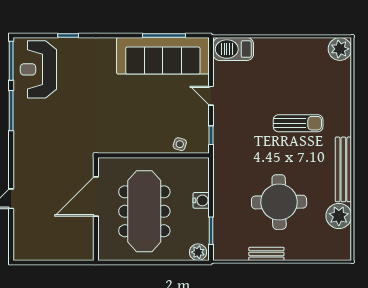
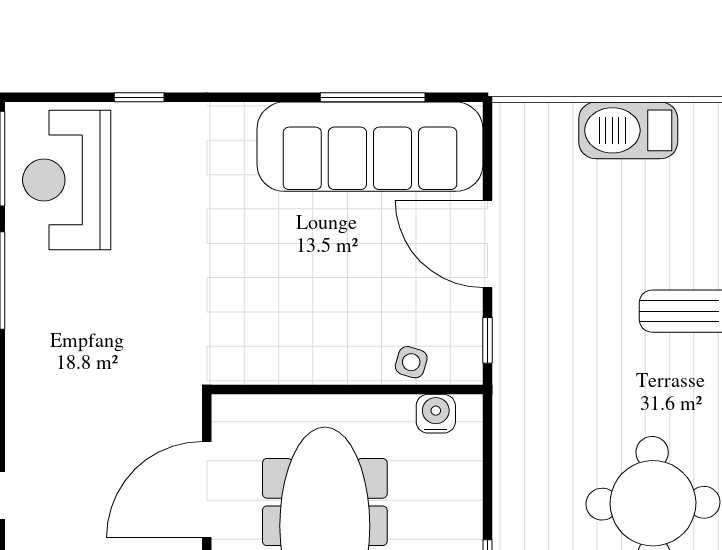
barbecue: (233, 49) -> (628, 130), moved
door: (211, 96) -> (487, 244), width x1.88
water cooler: (201, 200) -> (436, 414), moved, turned -90

